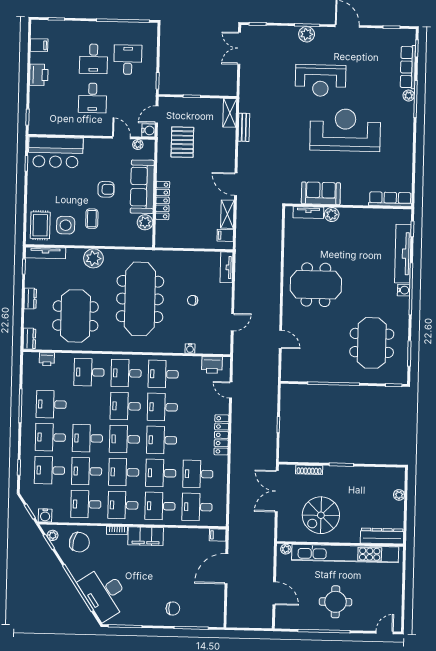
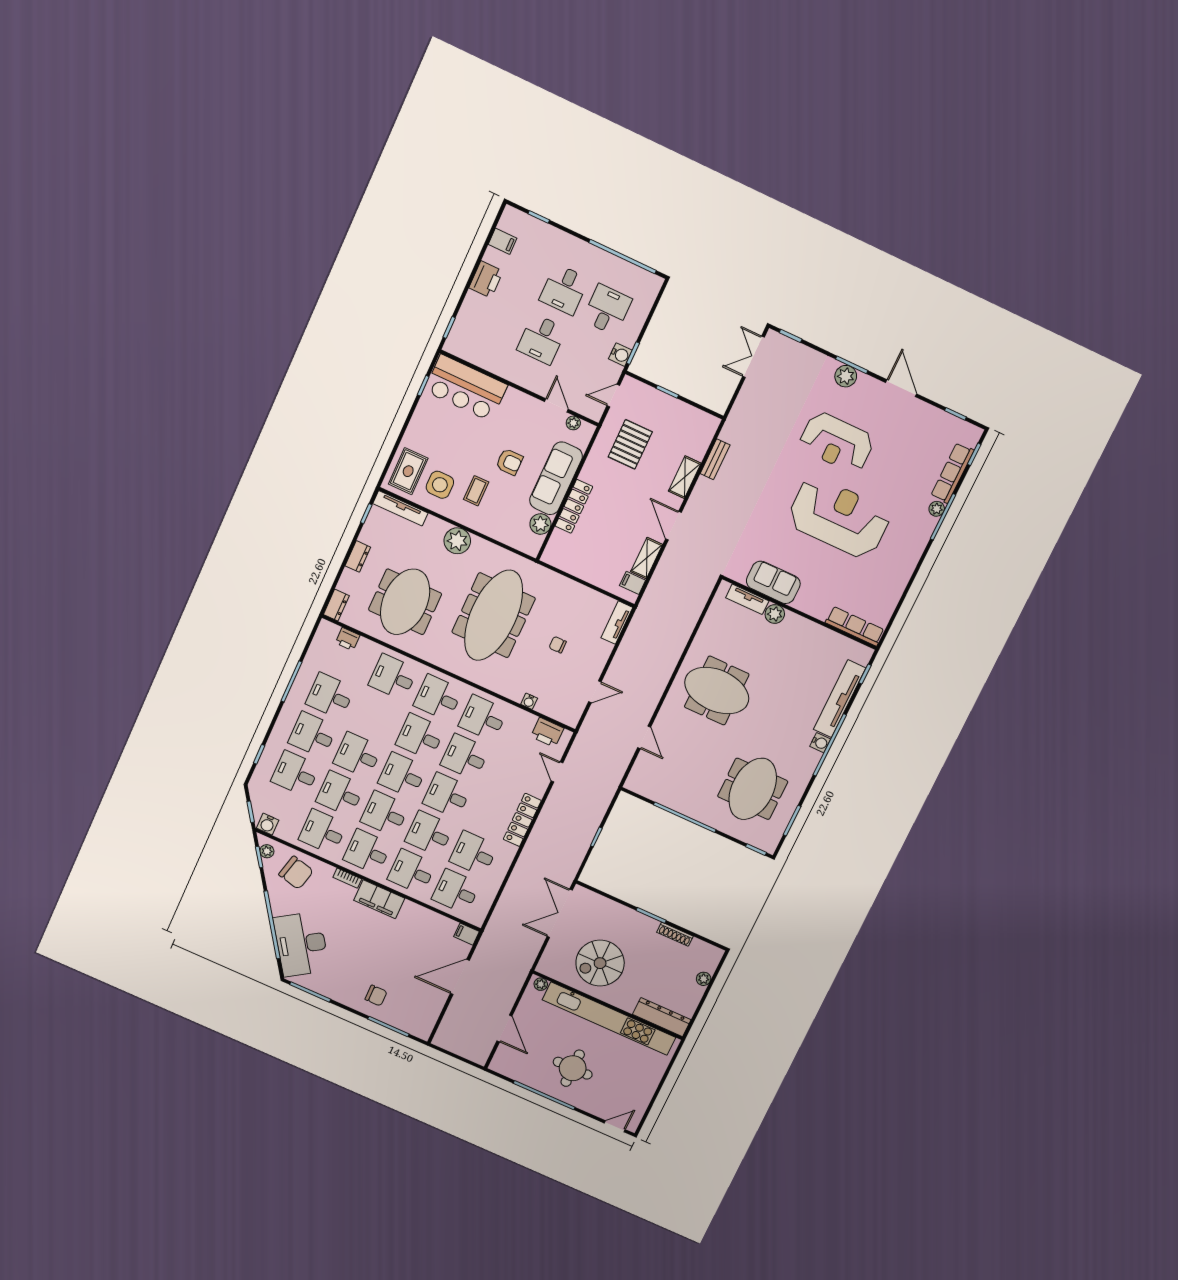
shelving: (230, 113) -> (685, 477), moved
water cooler: (148, 130) -> (620, 355), moved
shoe rack: (309, 470) -> (675, 934), moved

